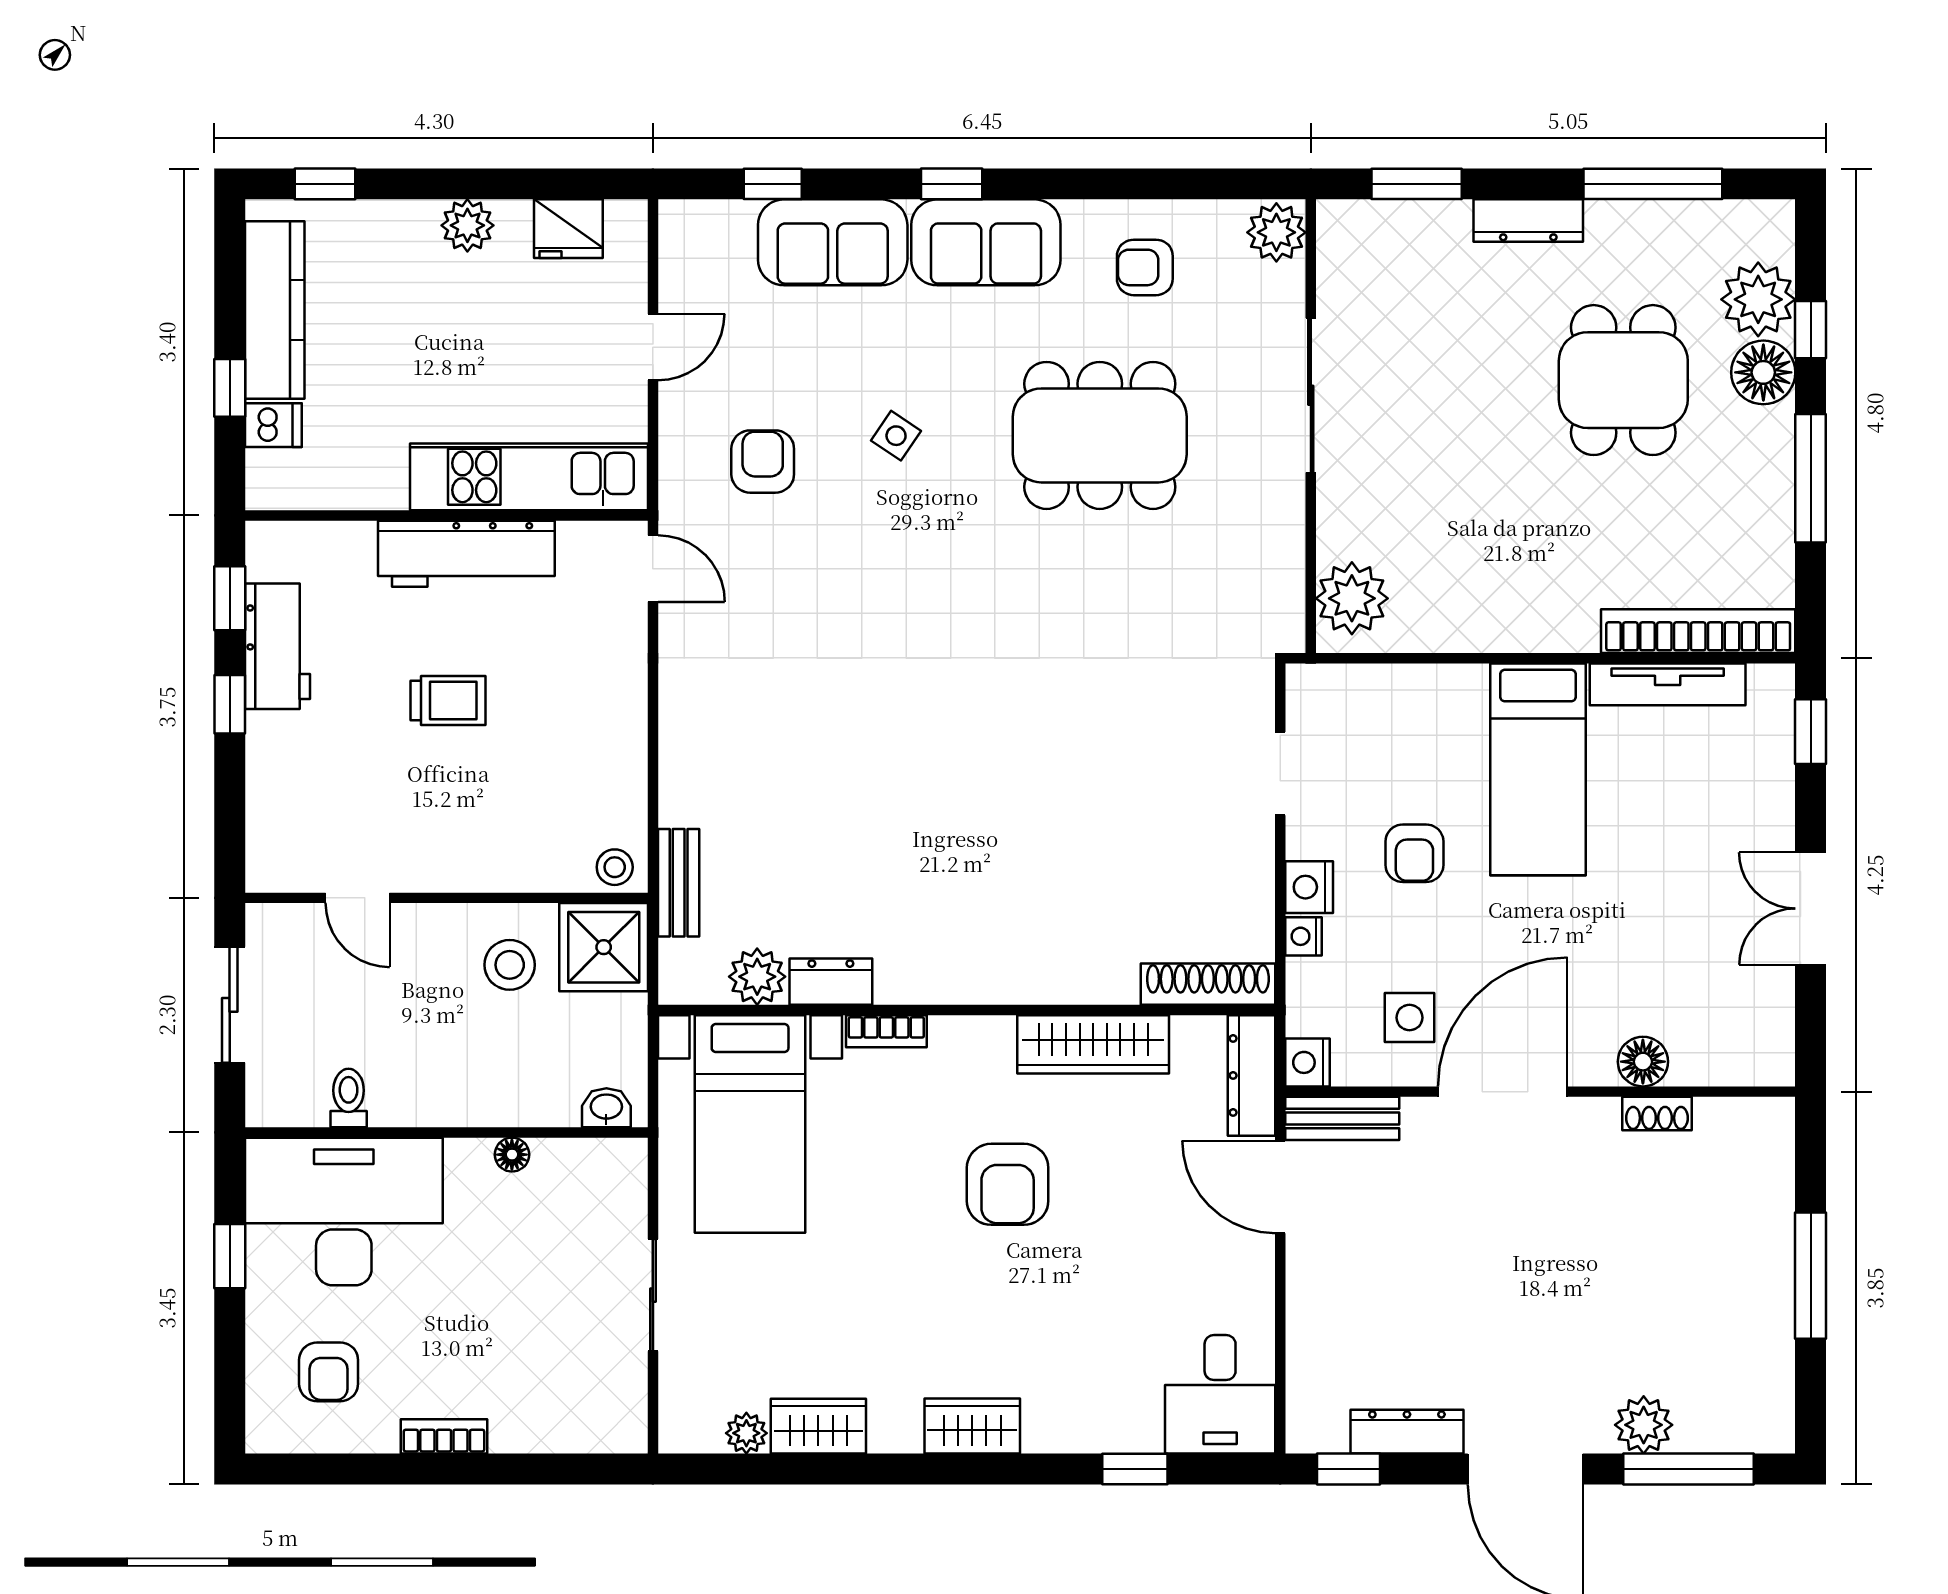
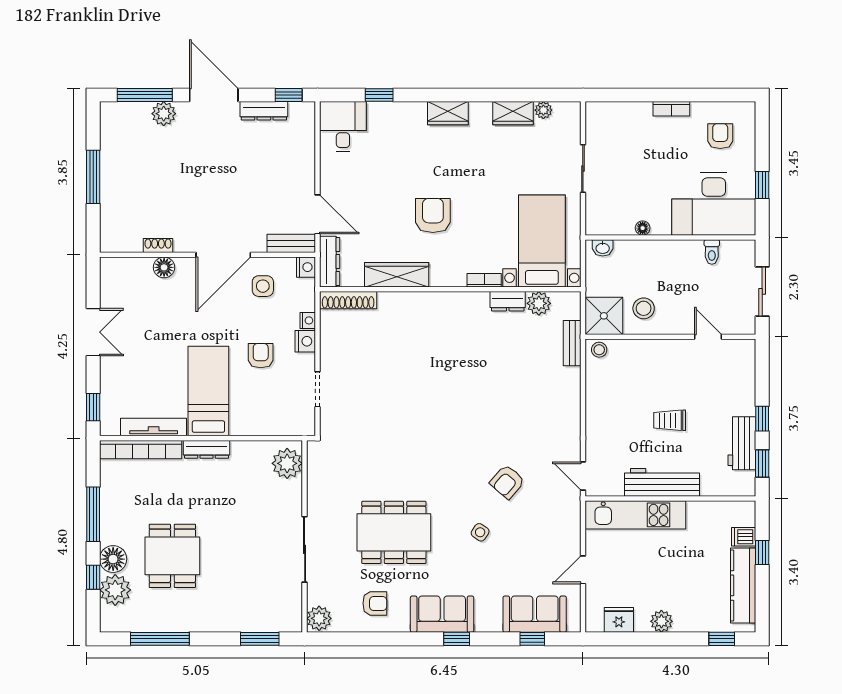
dresser: (1528, 221) -> (207, 449), moved, turned 180
sofa: (833, 242) -> (535, 614), moved
armchair: (763, 462) -> (507, 482), moved, turned 41

